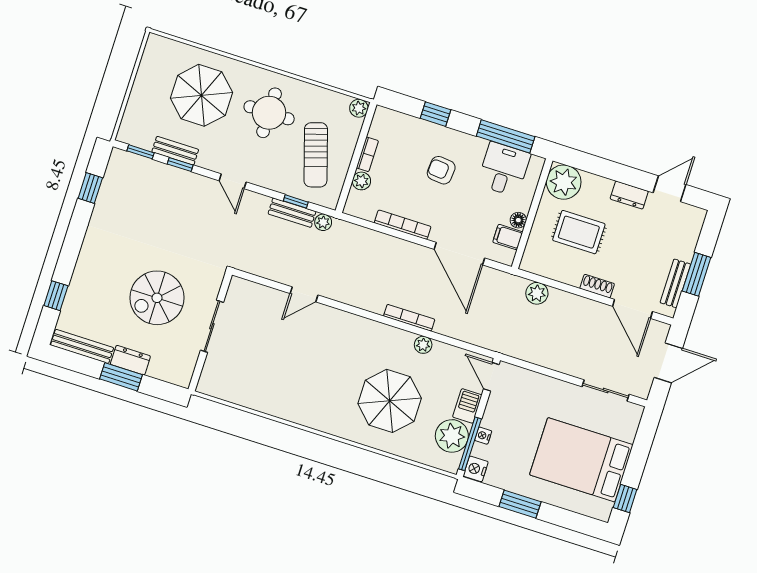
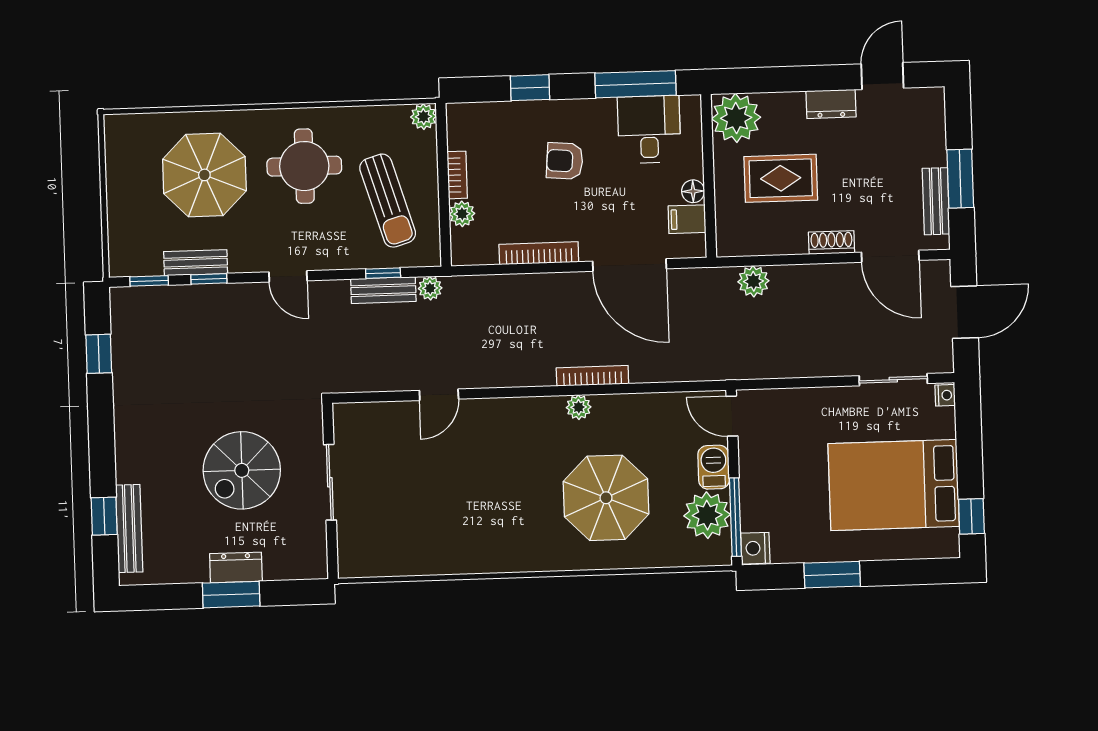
plant: (423, 345) -> (579, 407), moved
bench: (82, 346) -> (129, 529), moved, turned 90
nightstand: (483, 436) -> (945, 395), moved, turned 180

